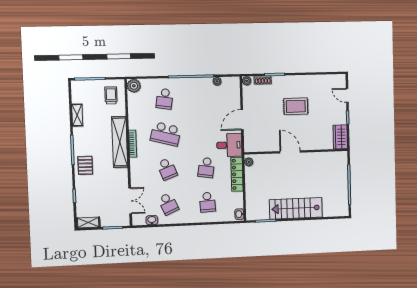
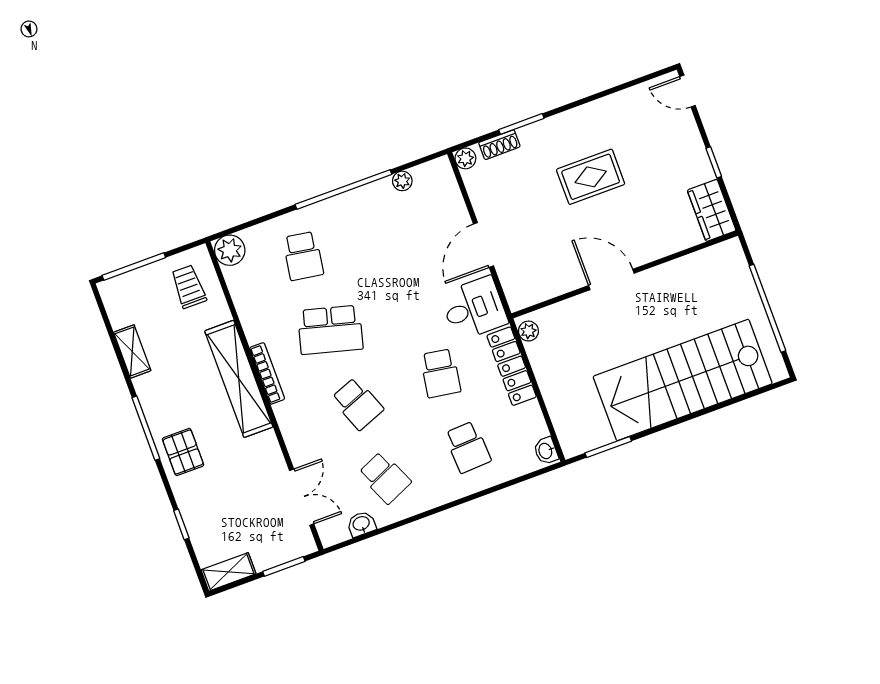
door: (347, 95) -> (688, 91), moved
stairs: (296, 208) -> (683, 380), width x1.36, depth x1.51

